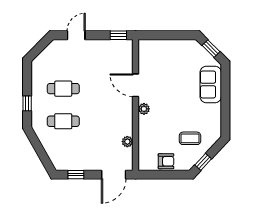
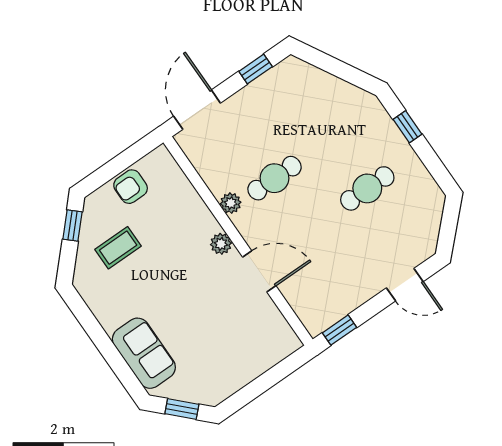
door: (76, 35) -> (405, 285), hinge flipped
cafe table: (63, 121) -> (275, 178), moved
plant: (127, 142) -> (231, 203), moved

